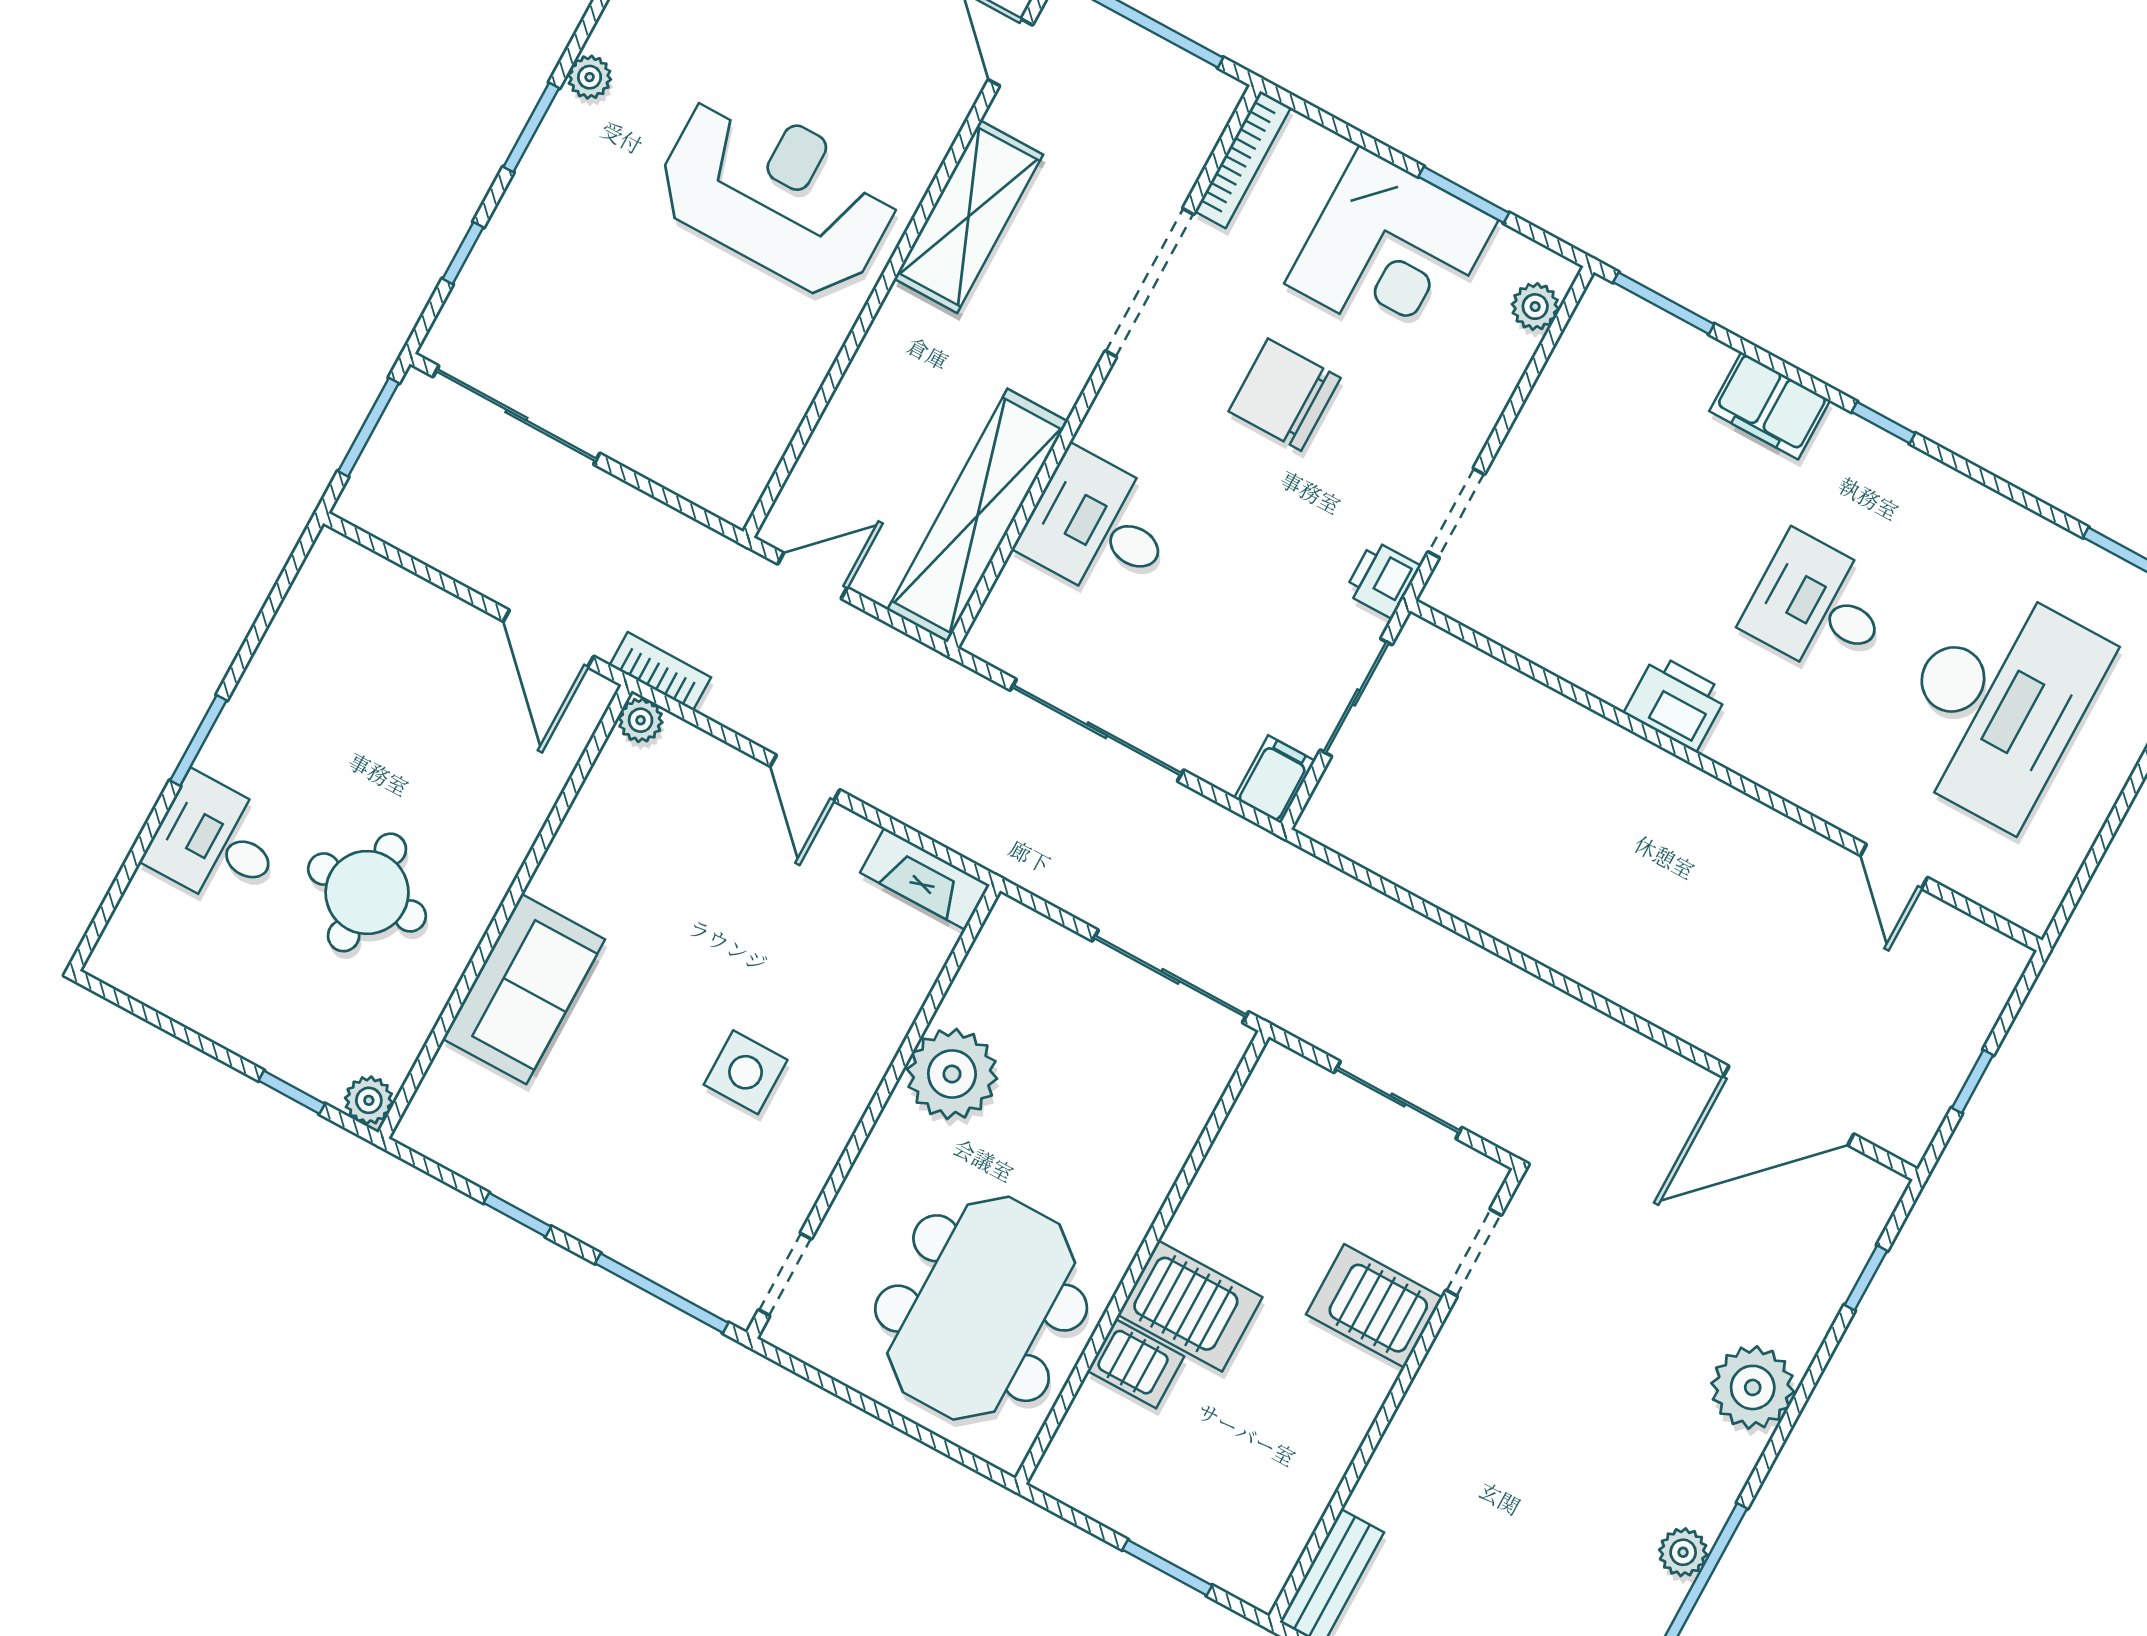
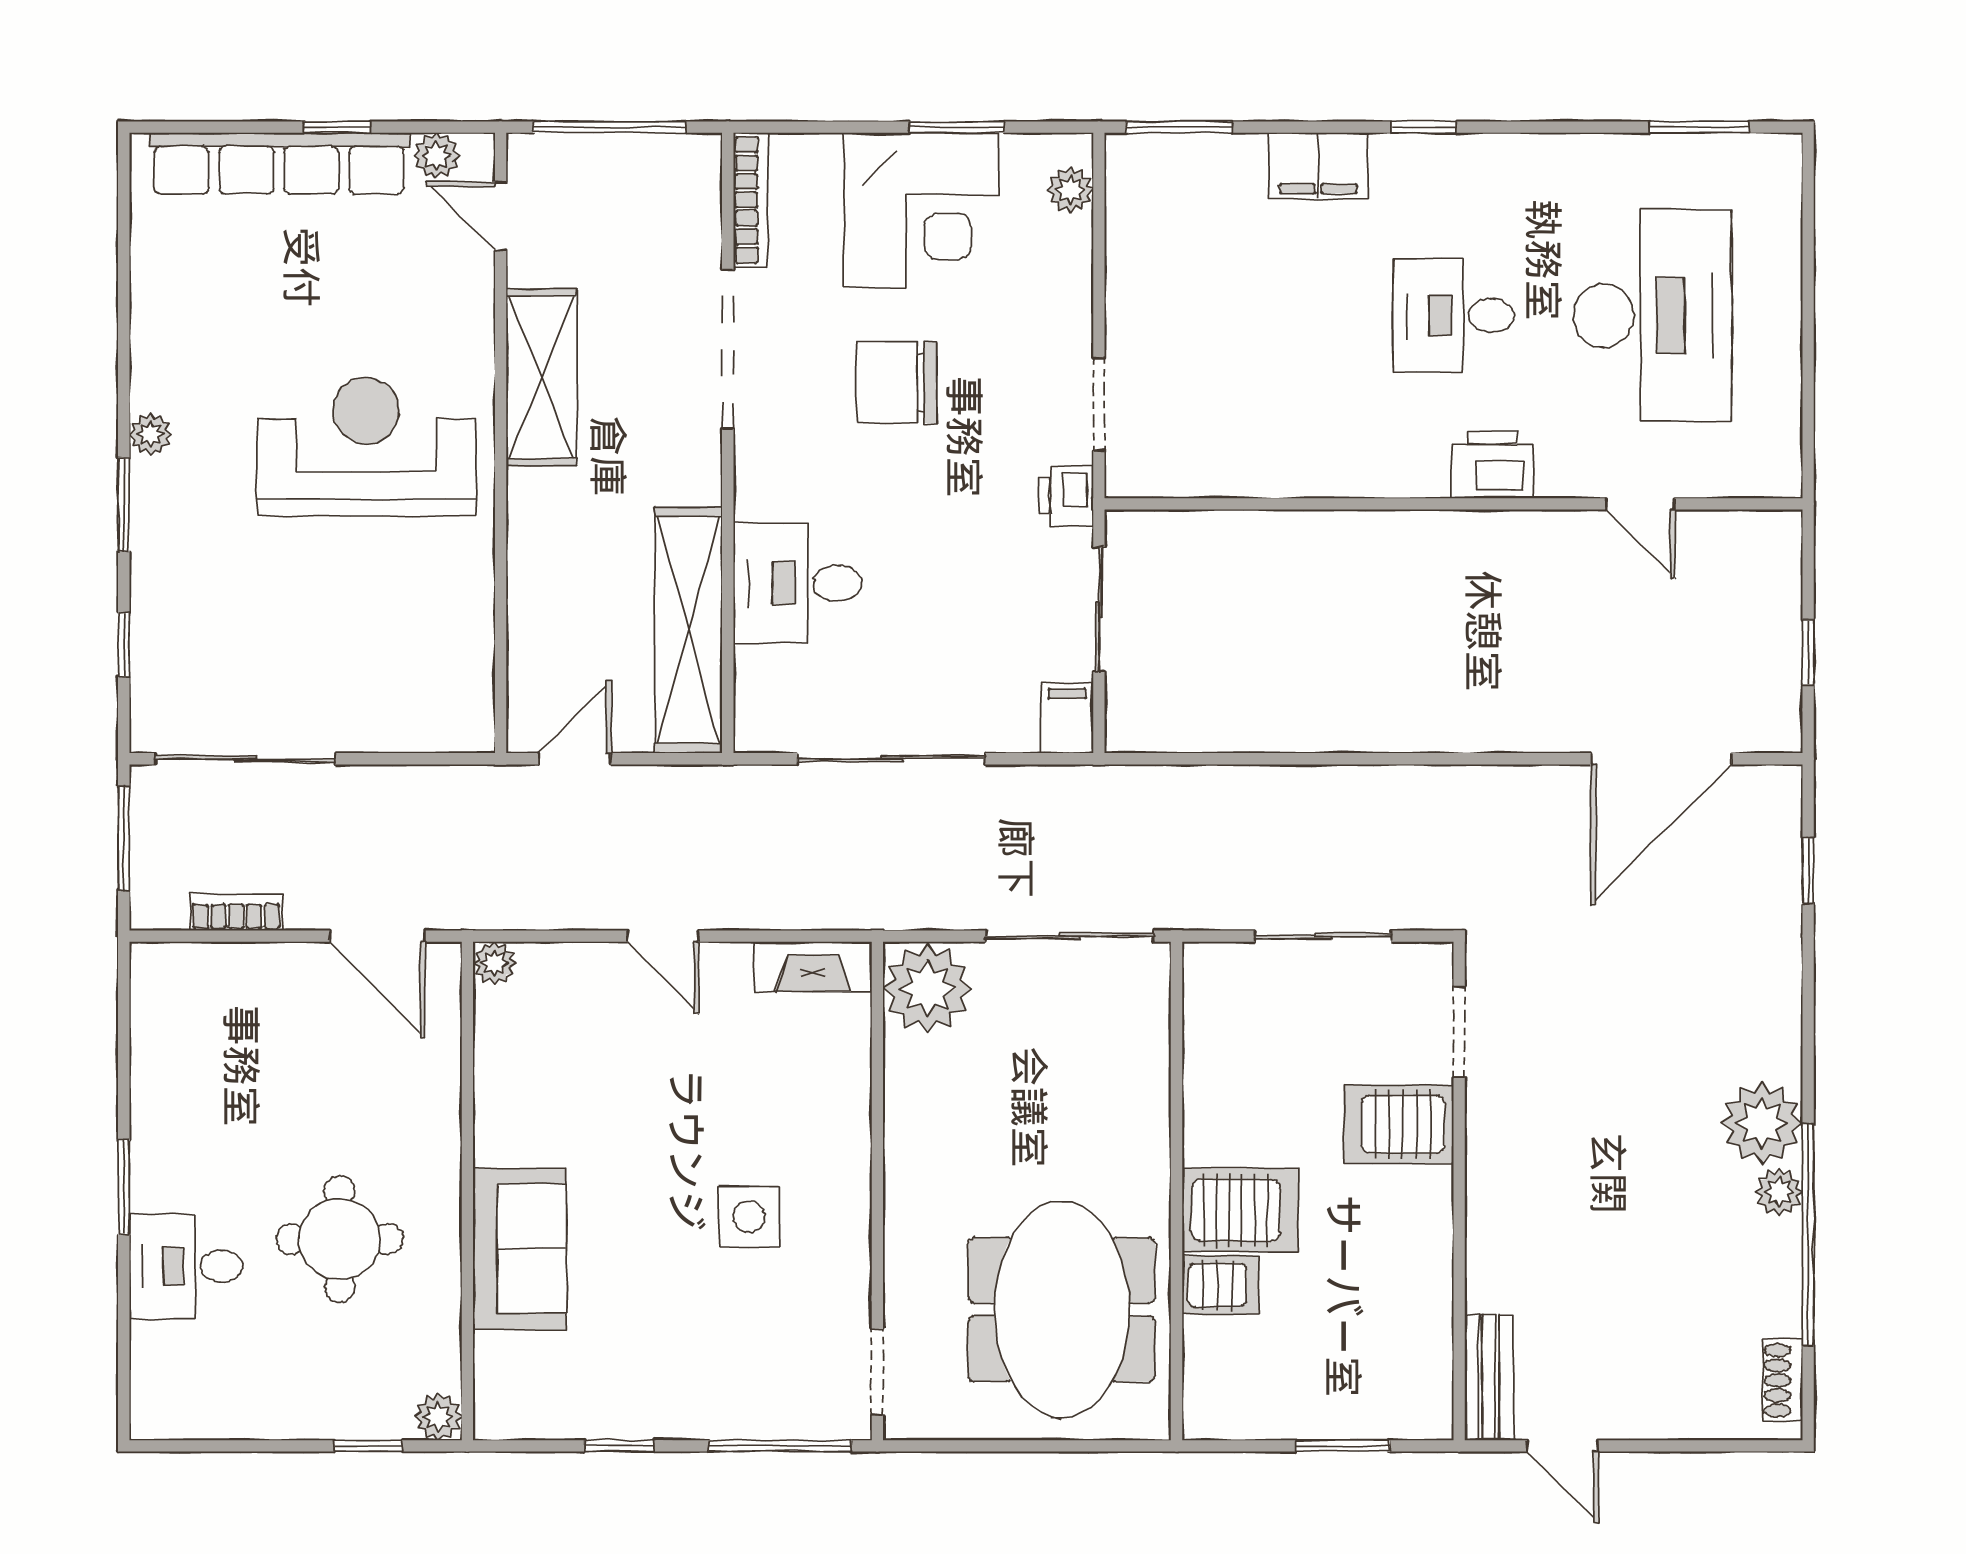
bookcase: (660, 671) -> (236, 912), moved
printer: (1676, 703) -> (1492, 465), moved
plant: (952, 1074) -> (927, 989), moved
plant: (1753, 1387) -> (1762, 1123), moved

